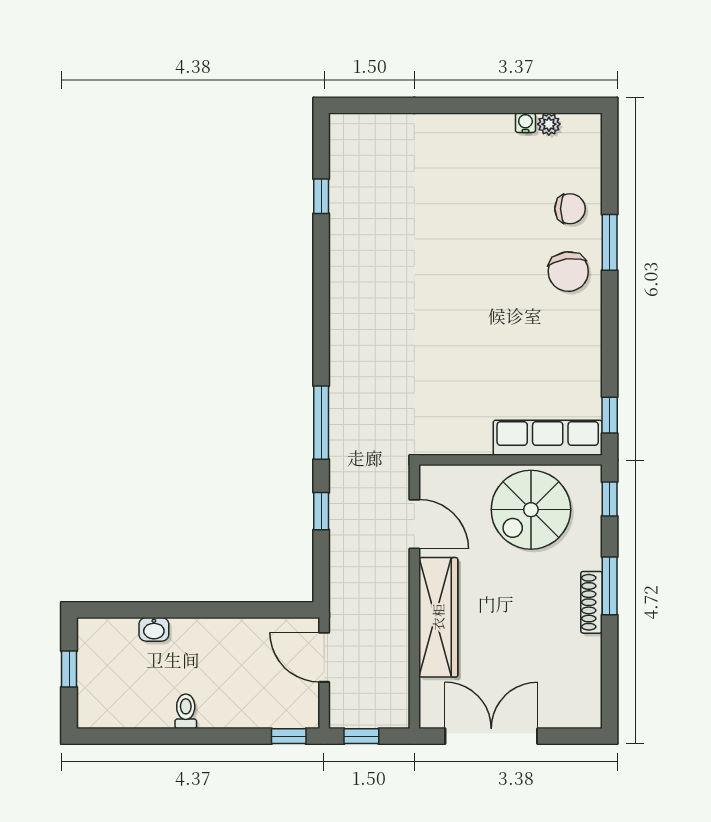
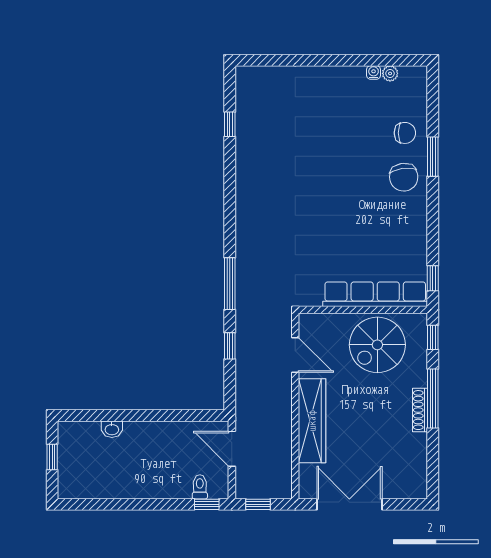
row of seats: (548, 438) -> (375, 294), width x1.36
window: (610, 586) -> (433, 399), width x1.44
toilet: (186, 711) -> (200, 487), moved

